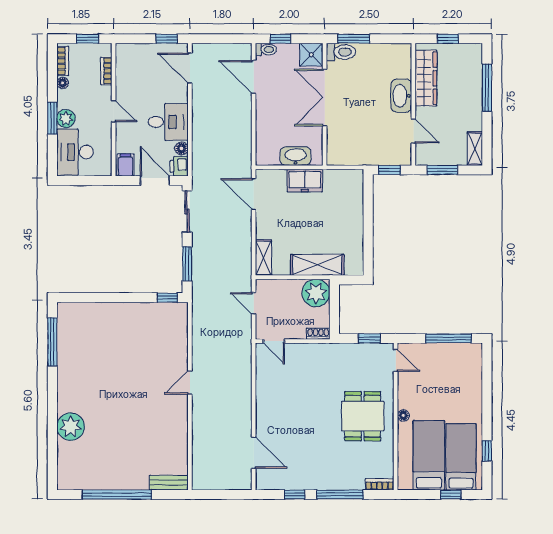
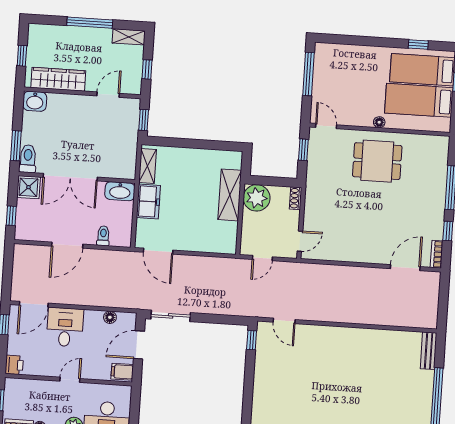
toilet: (266, 50) -> (103, 236), moved
bookcase: (106, 71) -> (31, 384), removed
door: (254, 77) -> (67, 245), moved
window: (487, 88) -> (90, 23), moved
washbasin: (401, 96) -> (35, 101), moved, width x0.72
desk: (168, 122) -> (65, 327), moved
washbasin: (296, 156) -> (120, 191), moved, turned -90
printer: (179, 166) -> (14, 365), moved, turned -90
window: (442, 170) -> (147, 69), width x0.67
door: (254, 194) -> (158, 251), hinge flipped
shelving: (264, 258) -> (147, 166), moved, turned 90
window: (187, 264) -> (221, 319), removed
door: (396, 360) -> (326, 126), hinge flipped
door: (190, 383) -> (284, 321), moved
bookcase: (379, 484) -> (437, 254), moved

